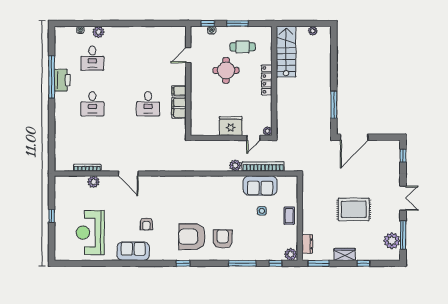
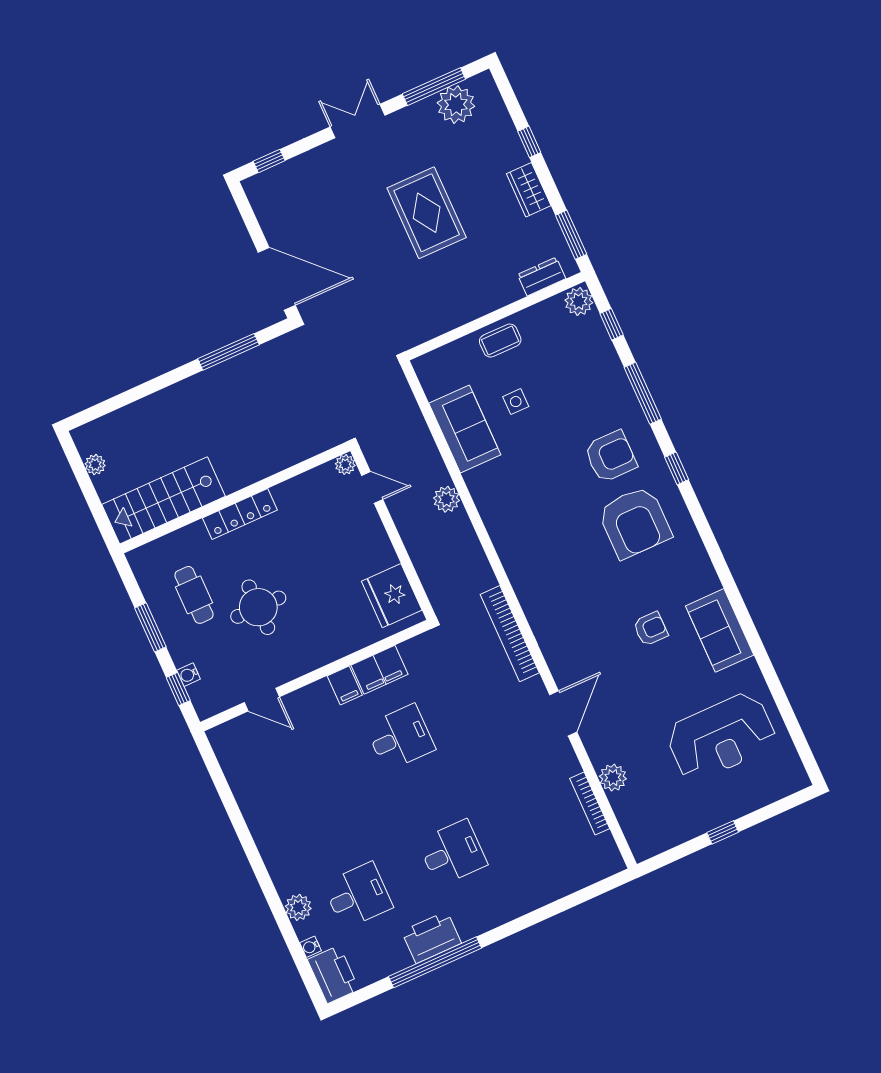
printer: (65, 34) -> (333, 974), added
fridge: (231, 126) -> (392, 596), moved
bookcase: (263, 166) -> (510, 634), moved
armchair: (223, 239) -> (611, 456), turned 180
window: (183, 263) -> (677, 468), moved

